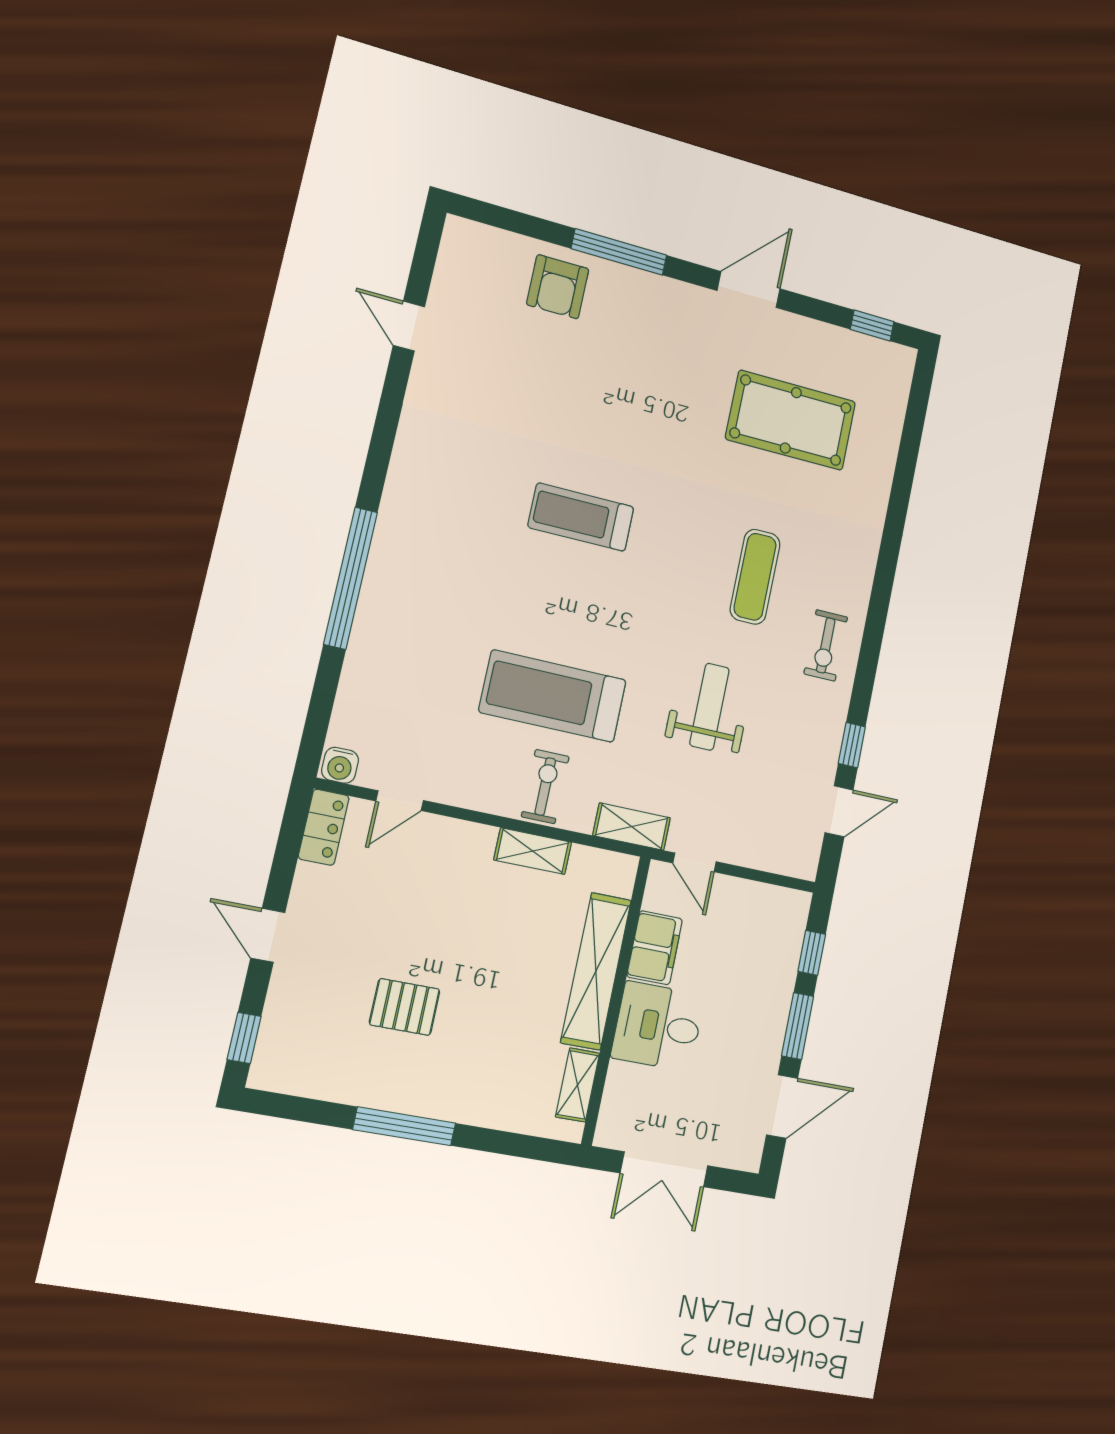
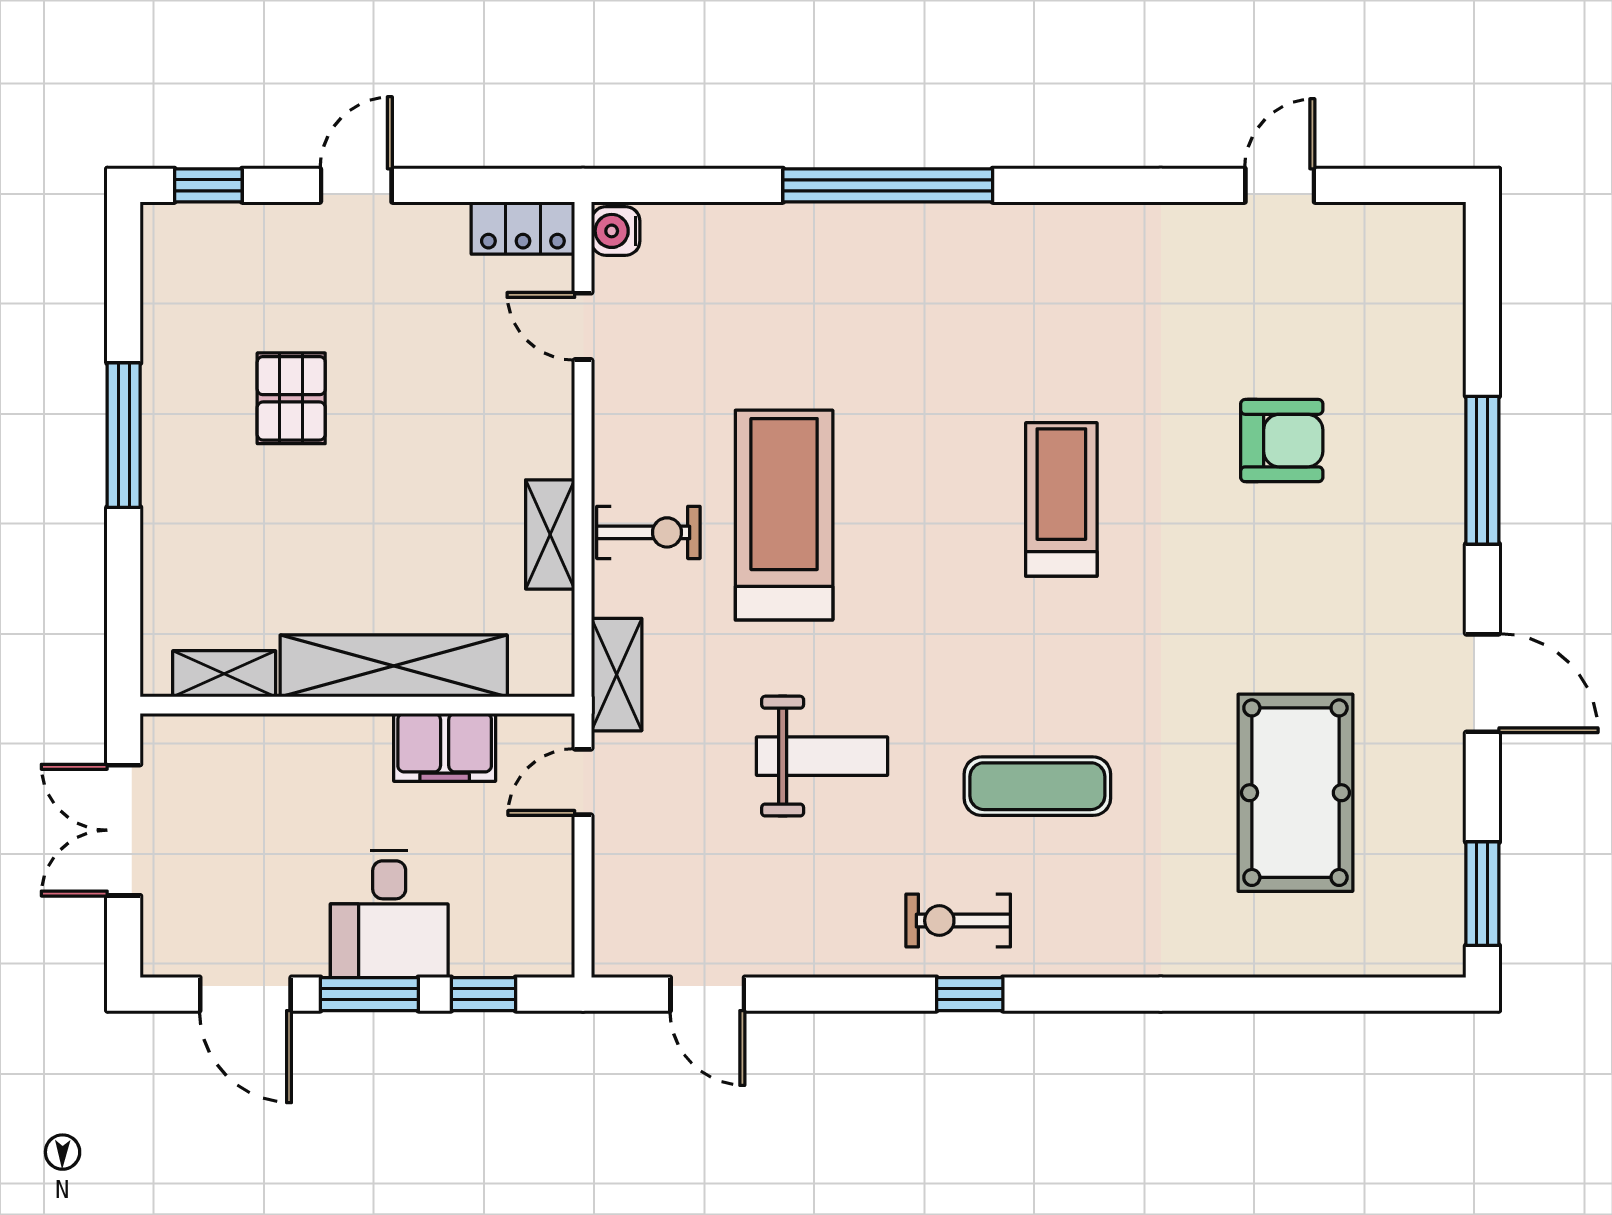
armchair: (558, 287) -> (1282, 441), moved, turned 180
window: (872, 326) -> (1482, 894), width x1.50
window: (852, 745) -> (970, 994), moved
desk: (658, 1026) -> (389, 914), moved, turned 180

